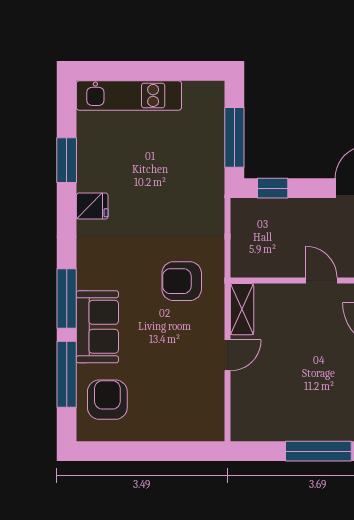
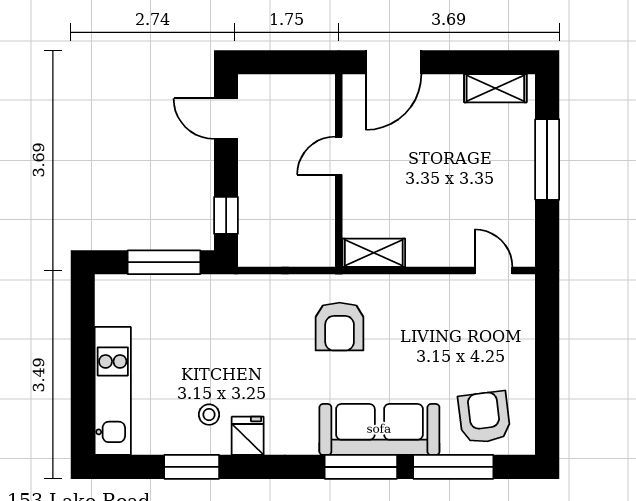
stool: (110, 174) -> (209, 415), added
sofa: (97, 327) -> (379, 429), width x1.36
door: (227, 355) -> (494, 271), moved
armchair: (107, 400) -> (484, 417), turned 83

